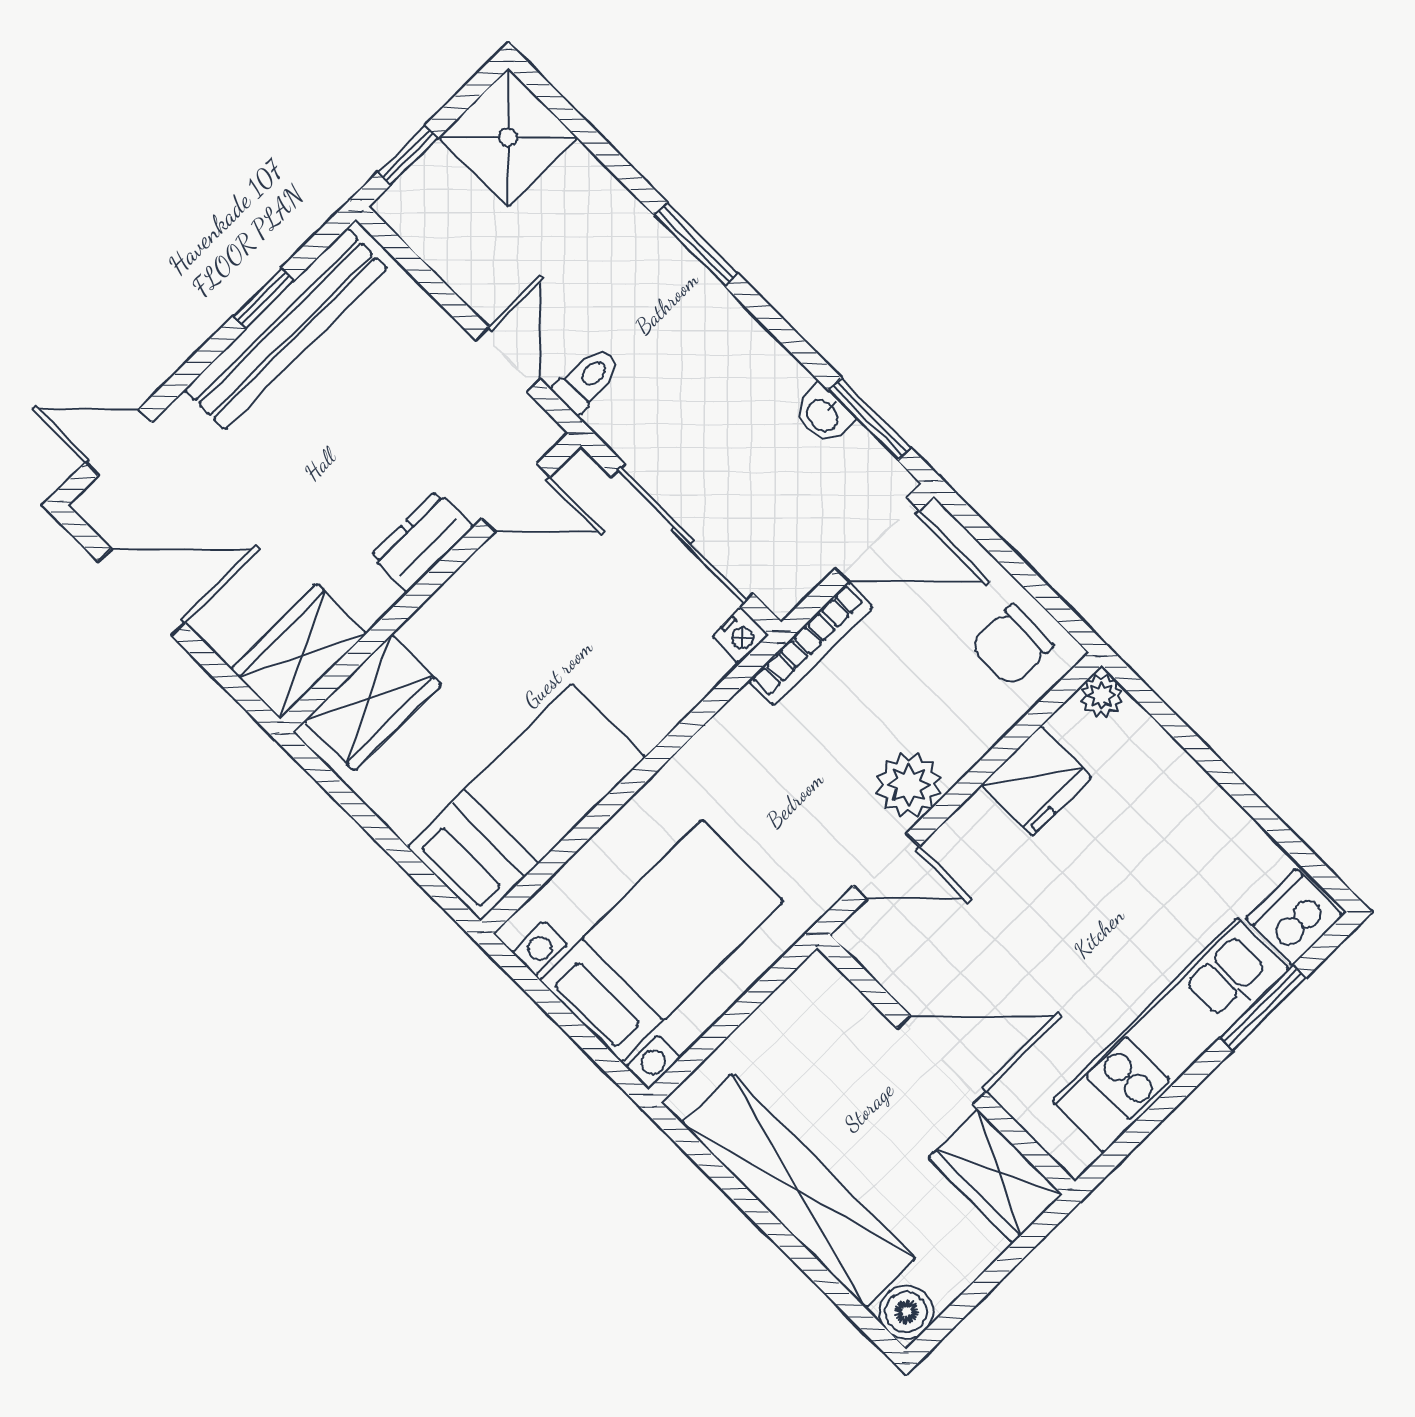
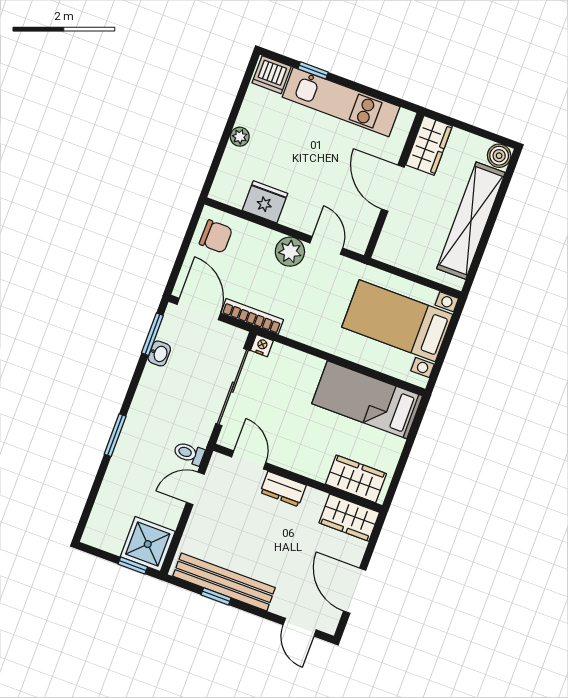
shower: (508, 137) -> (148, 544), moved
plant: (1101, 696) -> (240, 137), moved
window: (1263, 1008) -> (313, 70), width x0.67

